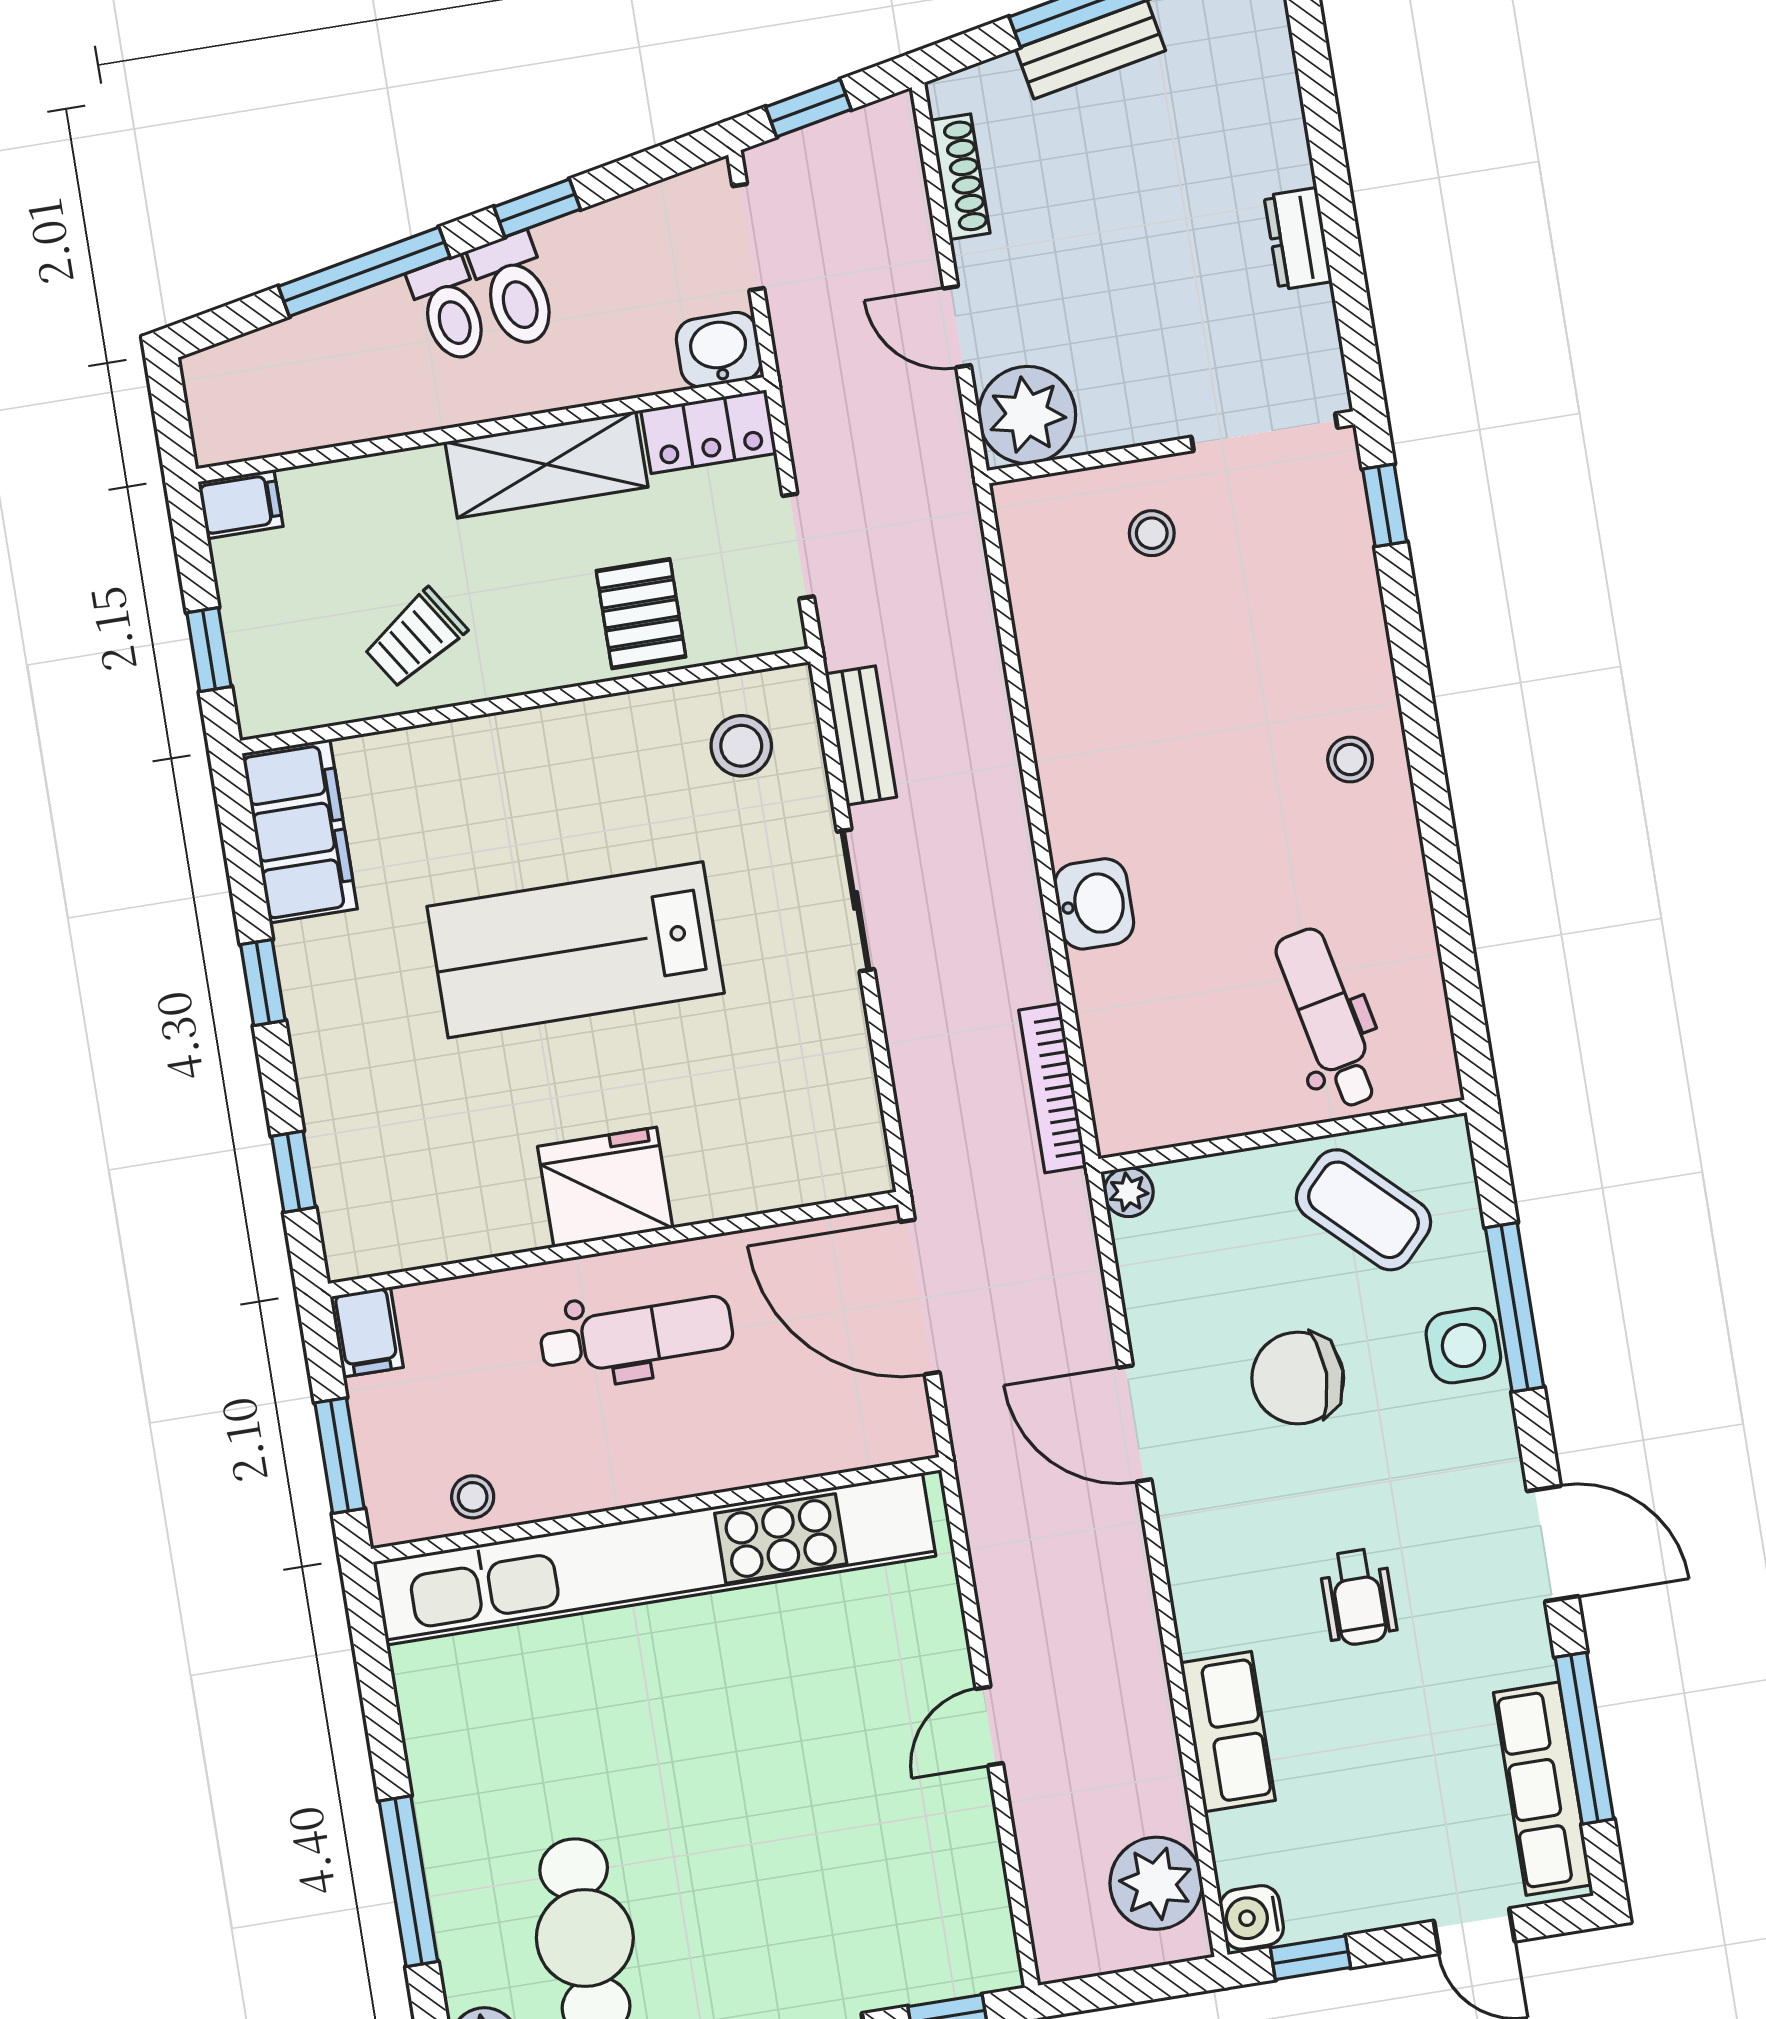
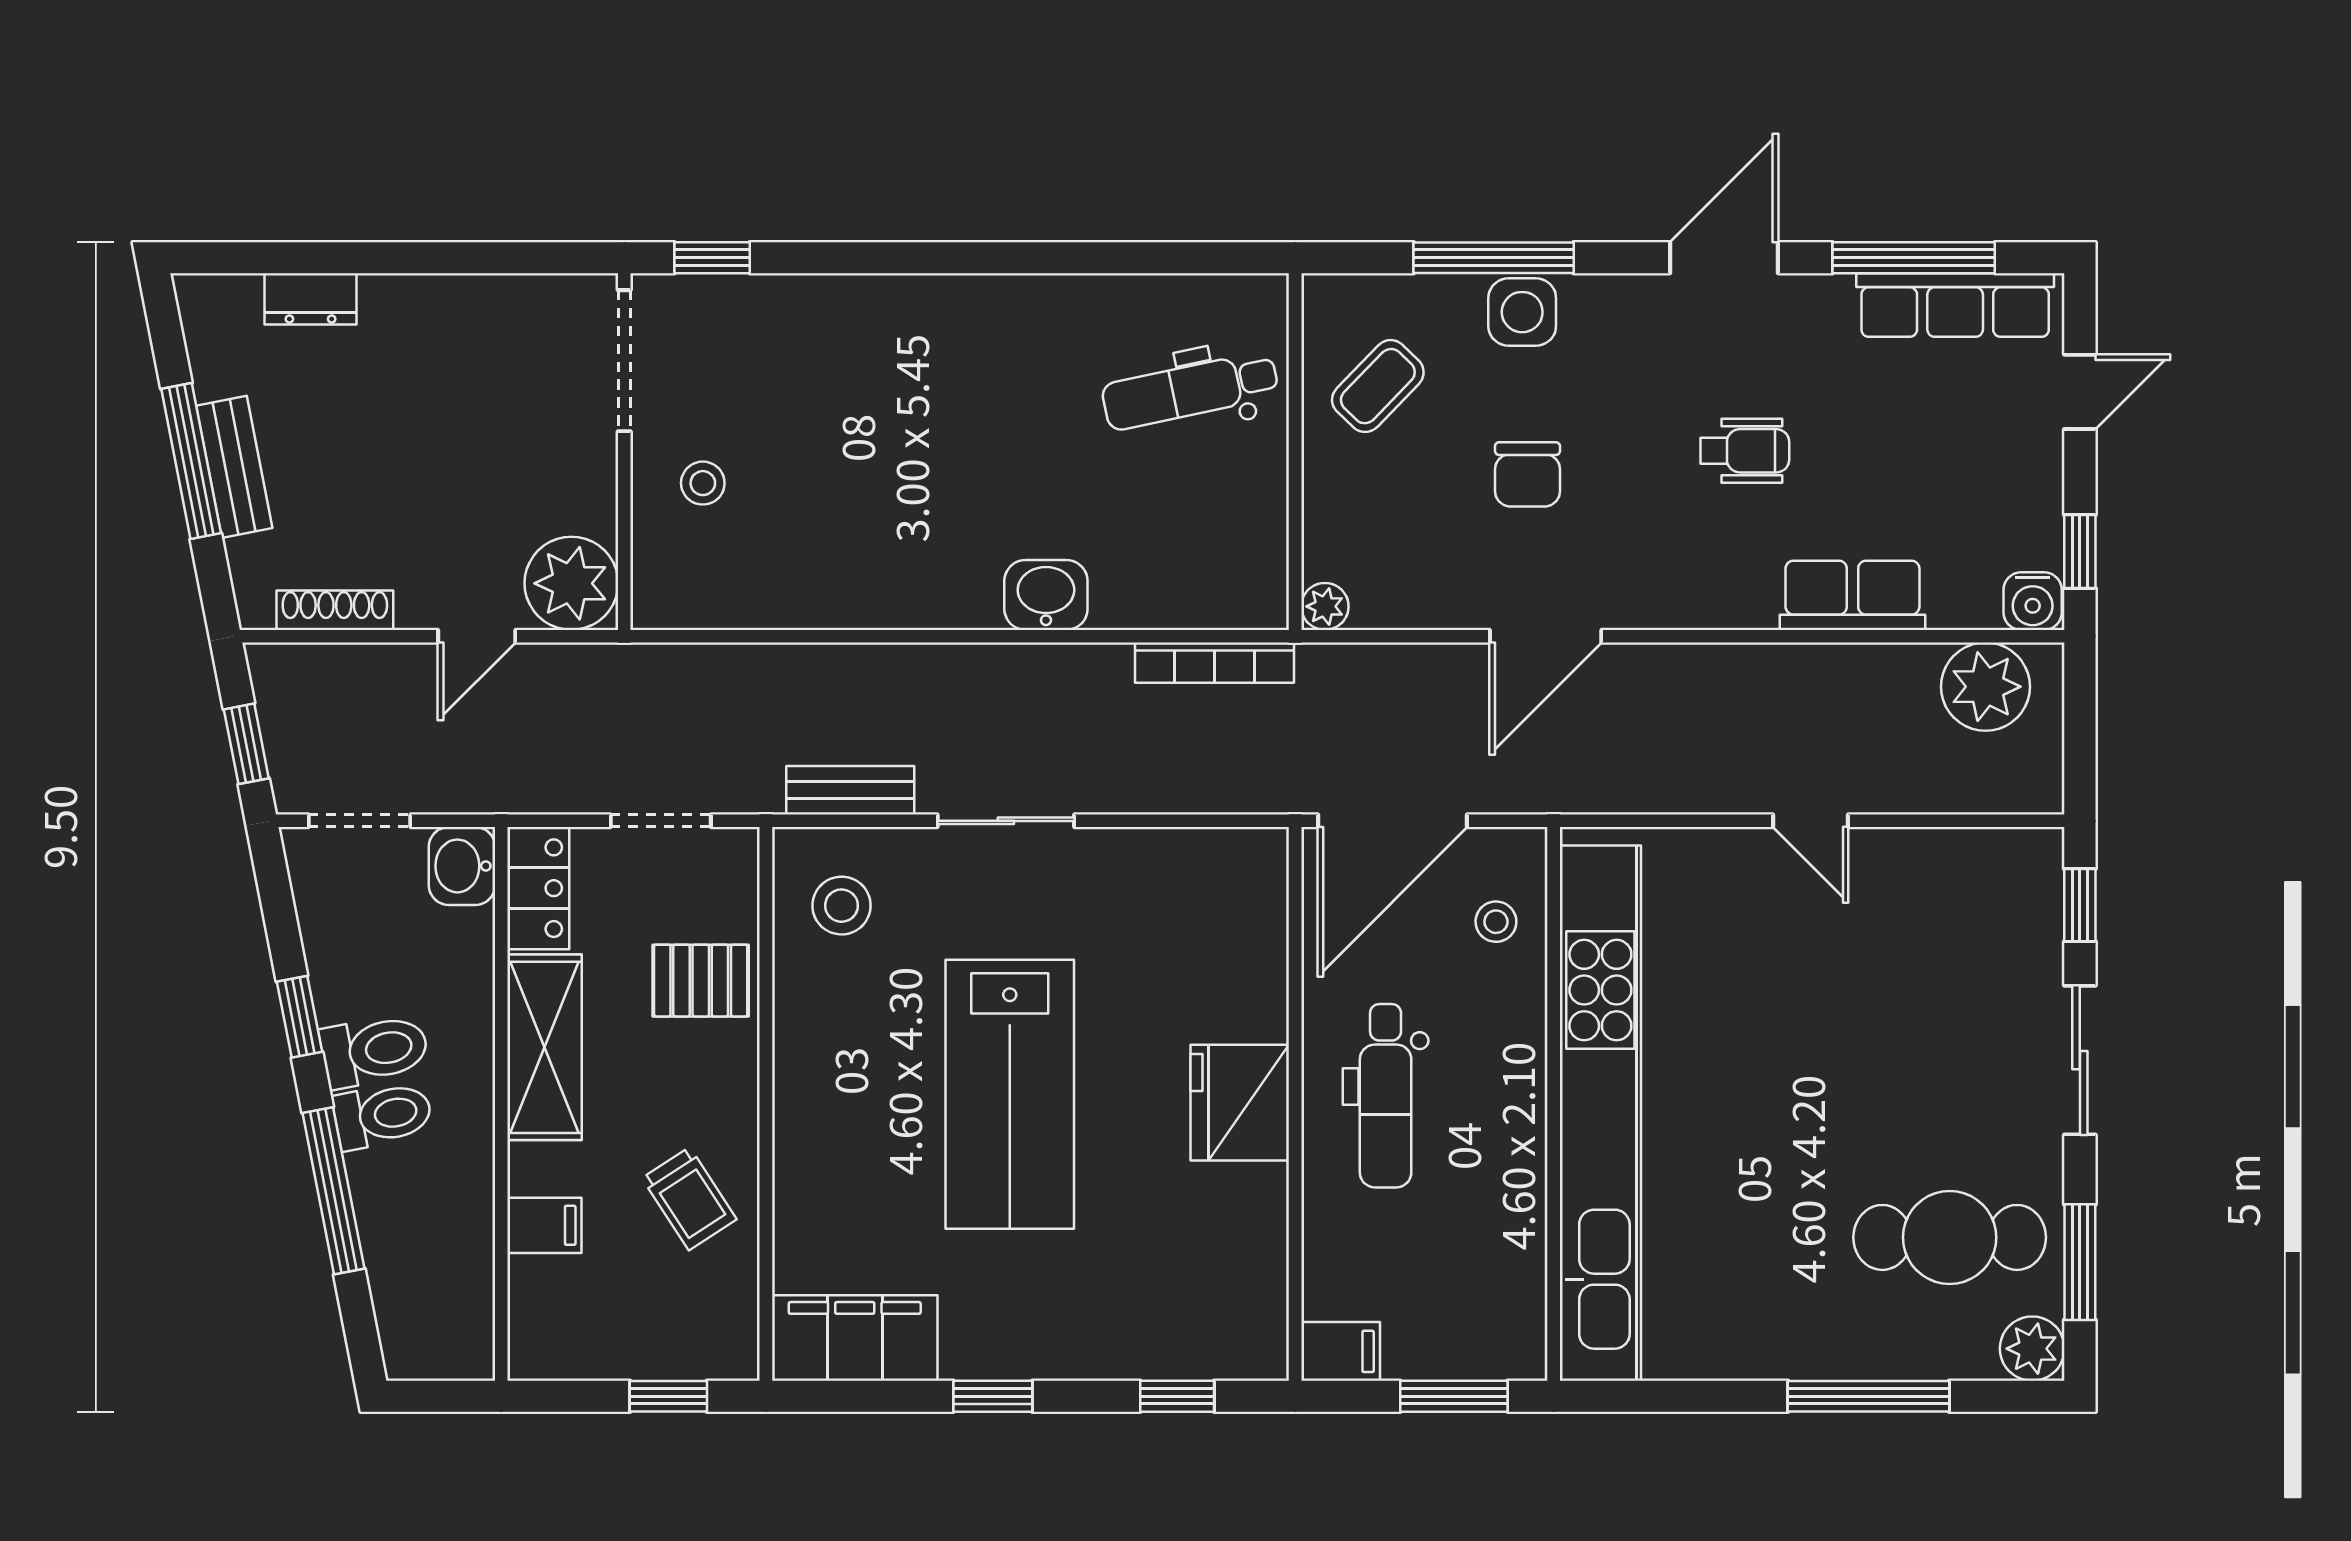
dresser: (1298, 239) -> (311, 299), moved
filing cabinet: (241, 504) -> (544, 1225), moved, turned 90
stool: (1350, 760) -> (948, 330), removed
coffee table: (1363, 1210) -> (1378, 386), width x0.73, depth x0.77
dental chair: (637, 1336) -> (1386, 1096), turned 180
chair: (1298, 1378) -> (1528, 474), width x0.73, depth x0.73
stool: (473, 1497) -> (1496, 922), moved

